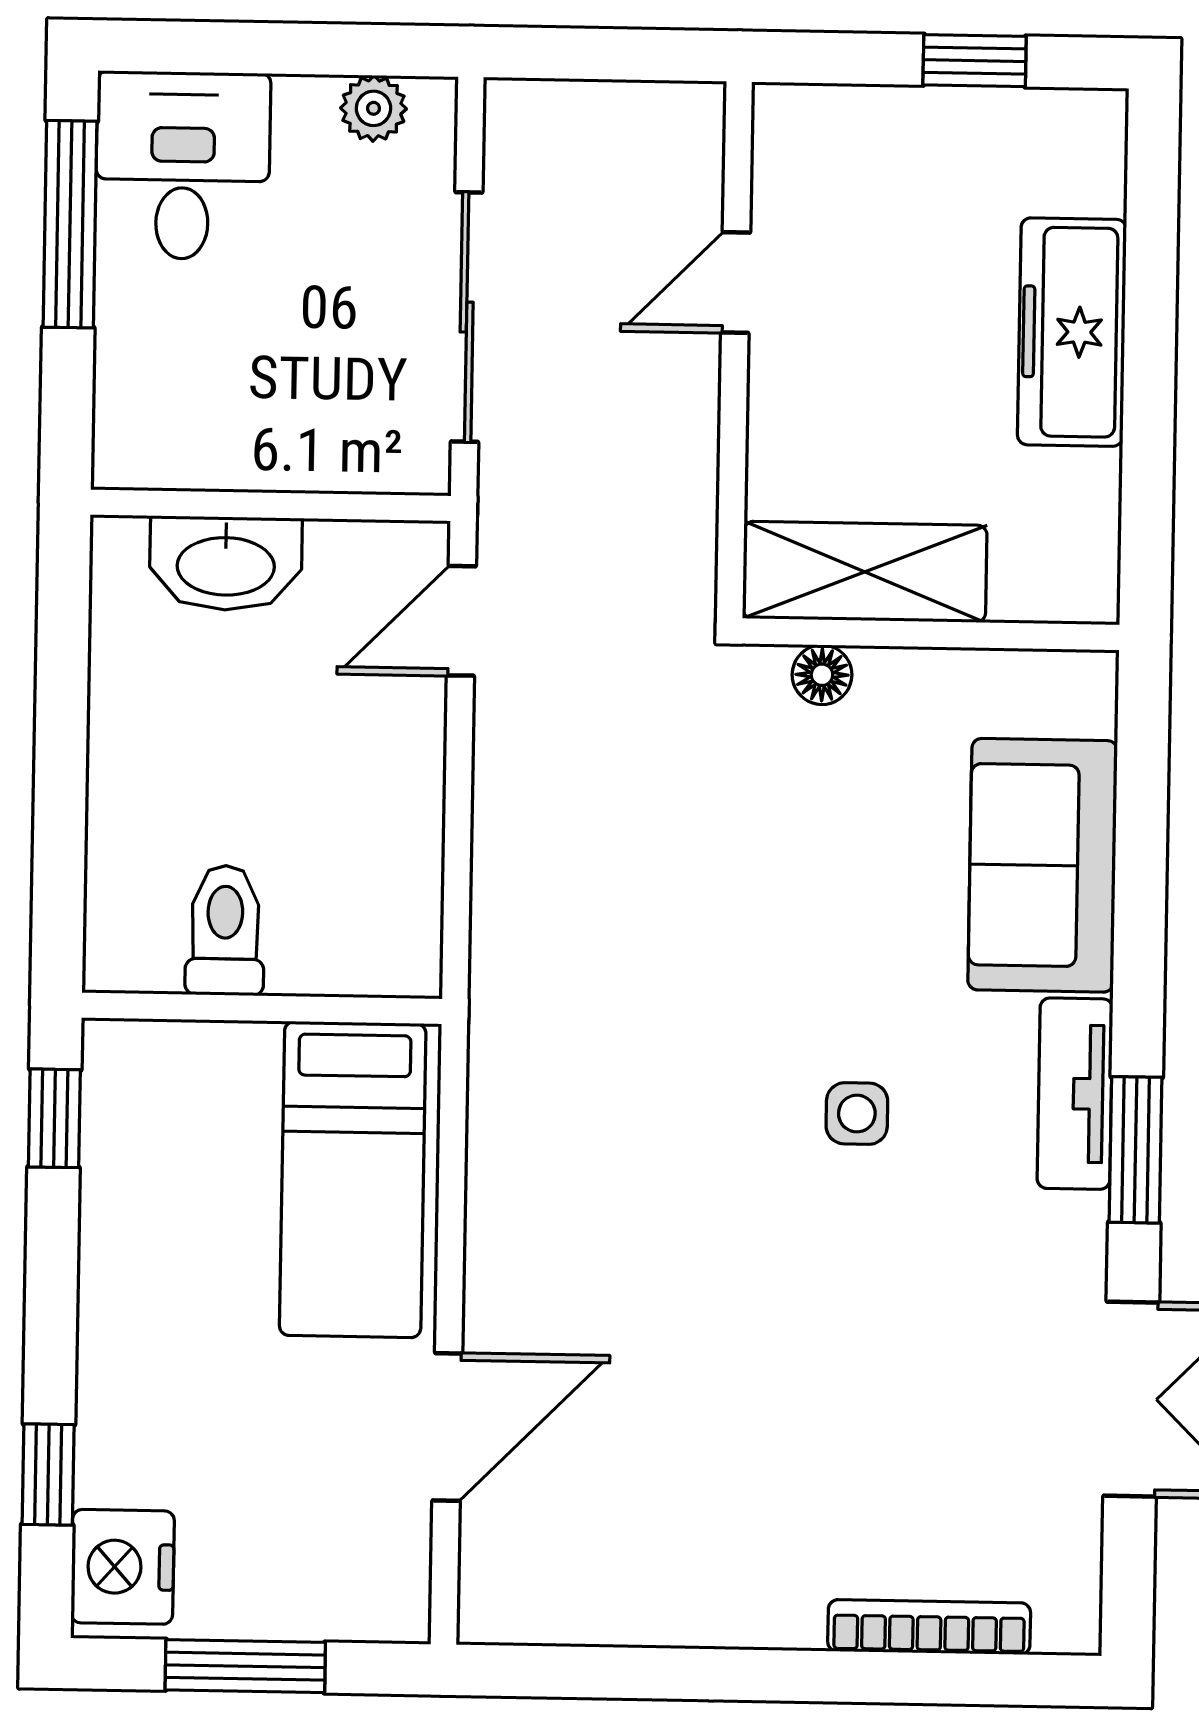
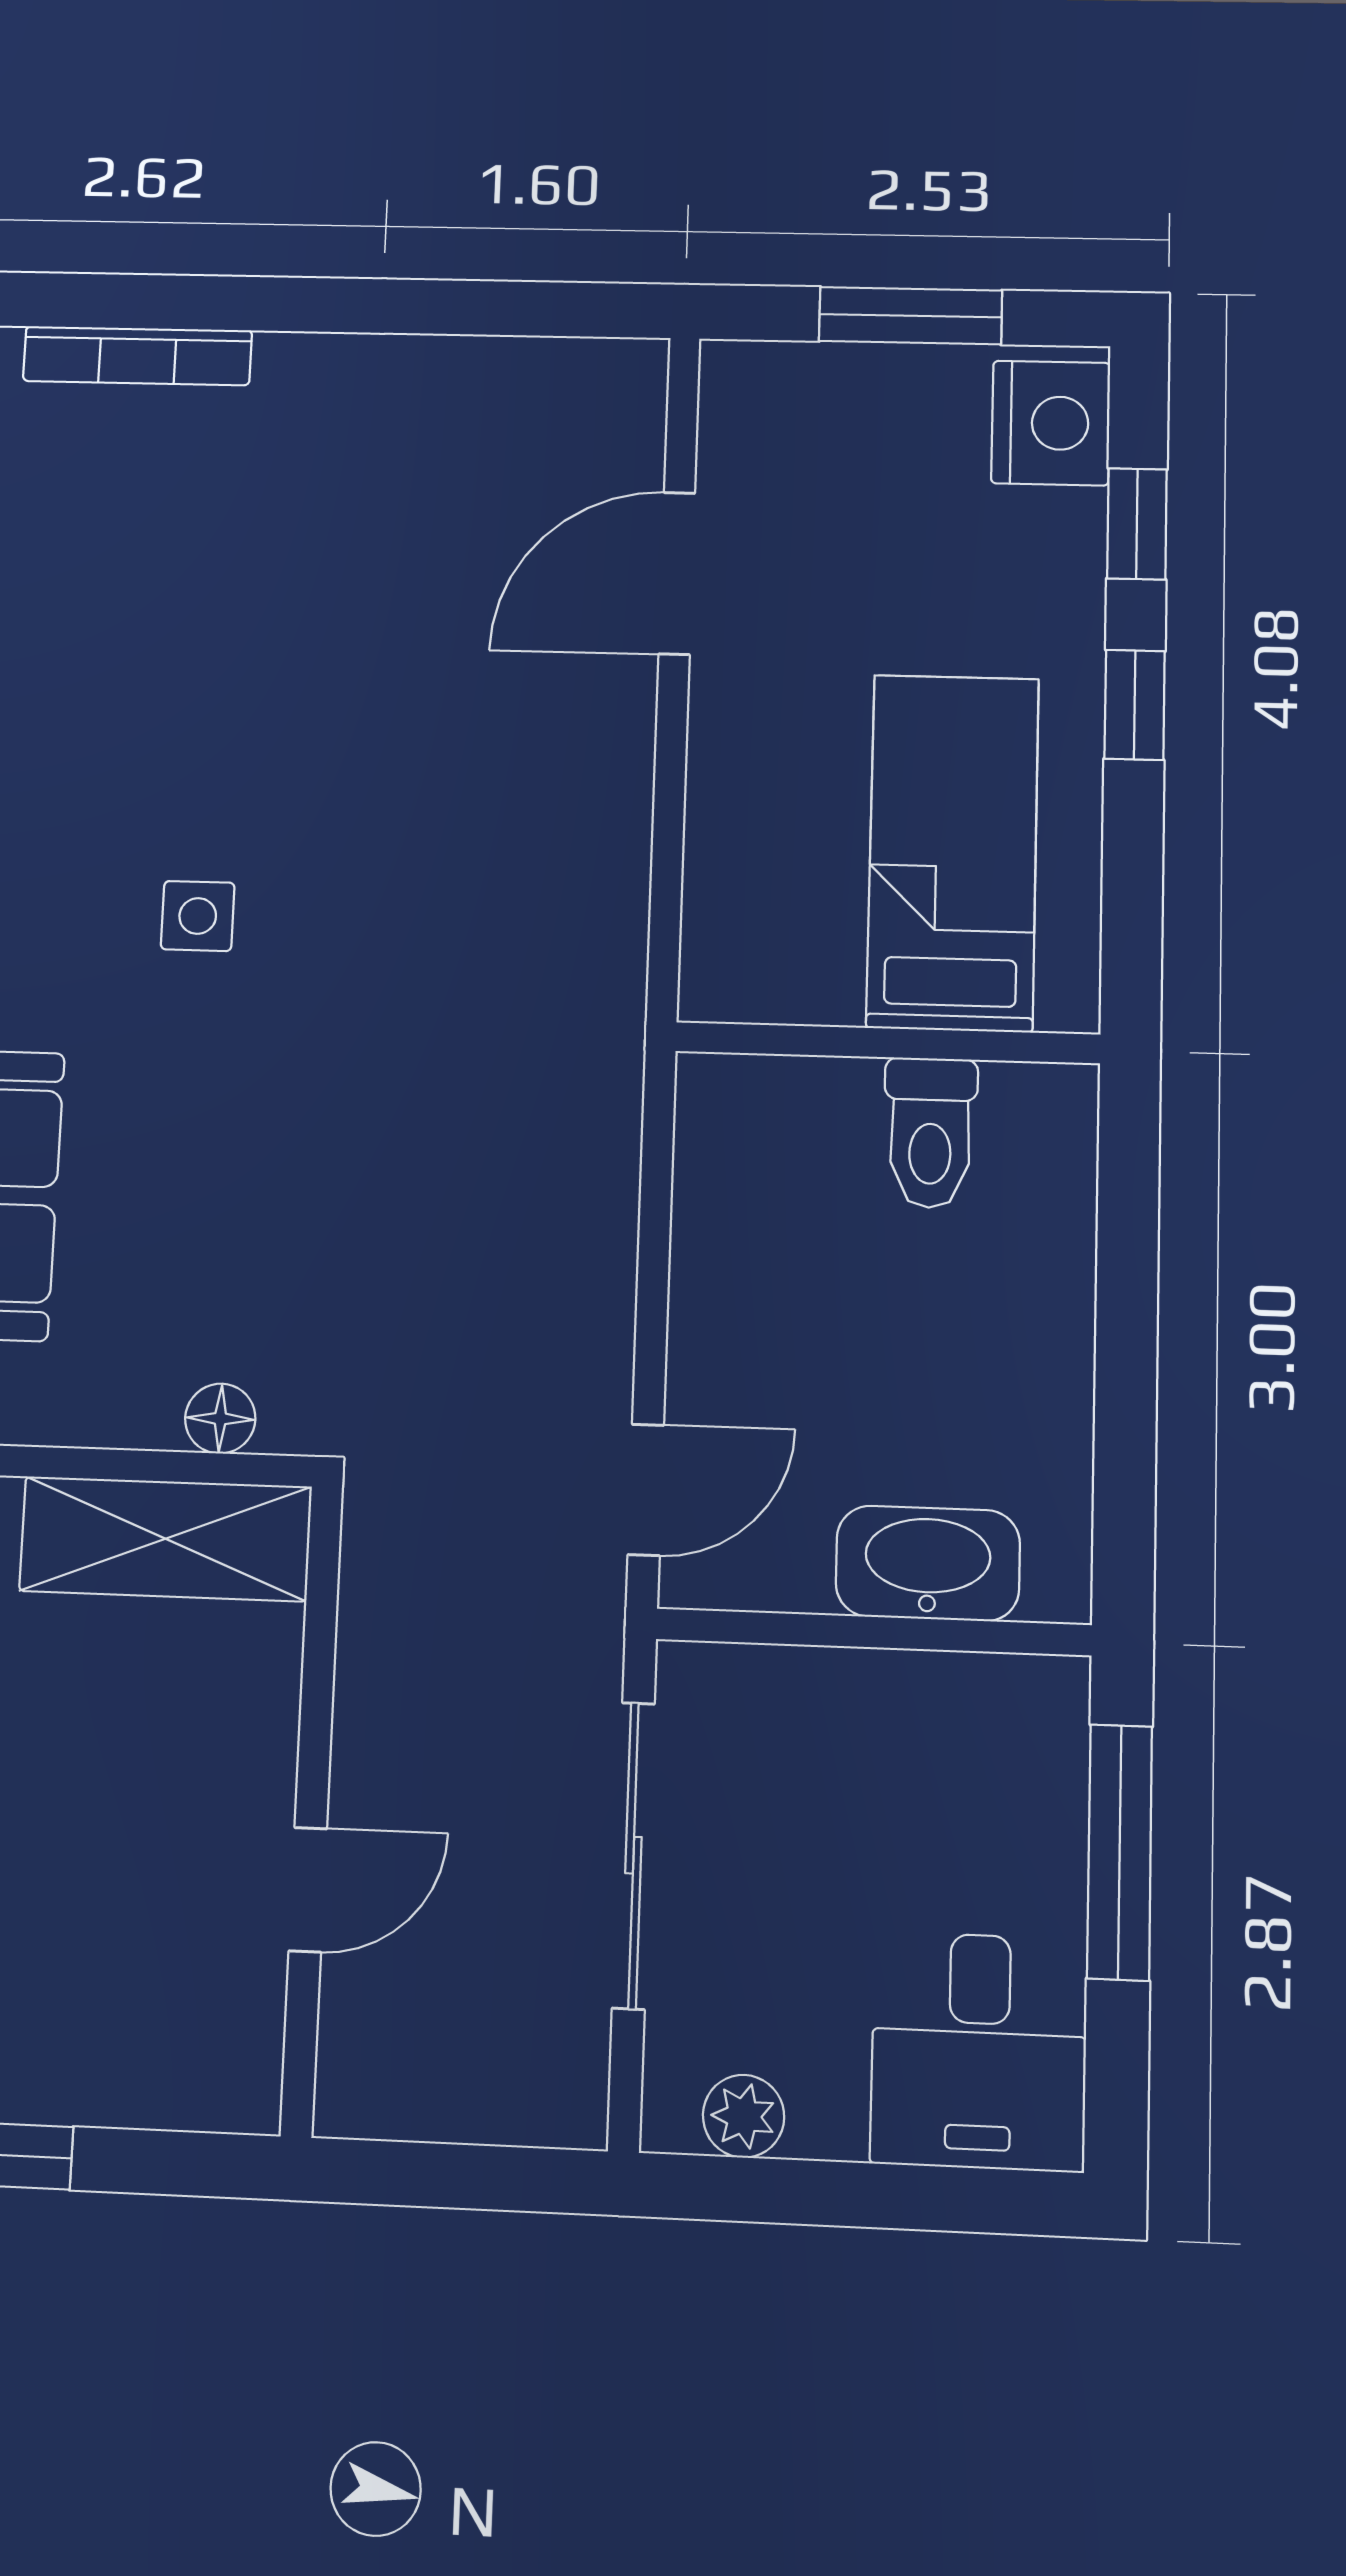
window: (70, 224) -> (1120, 1852), moved
window: (54, 1118) -> (1135, 705), moved
bed: (353, 1180) -> (953, 852), moved

